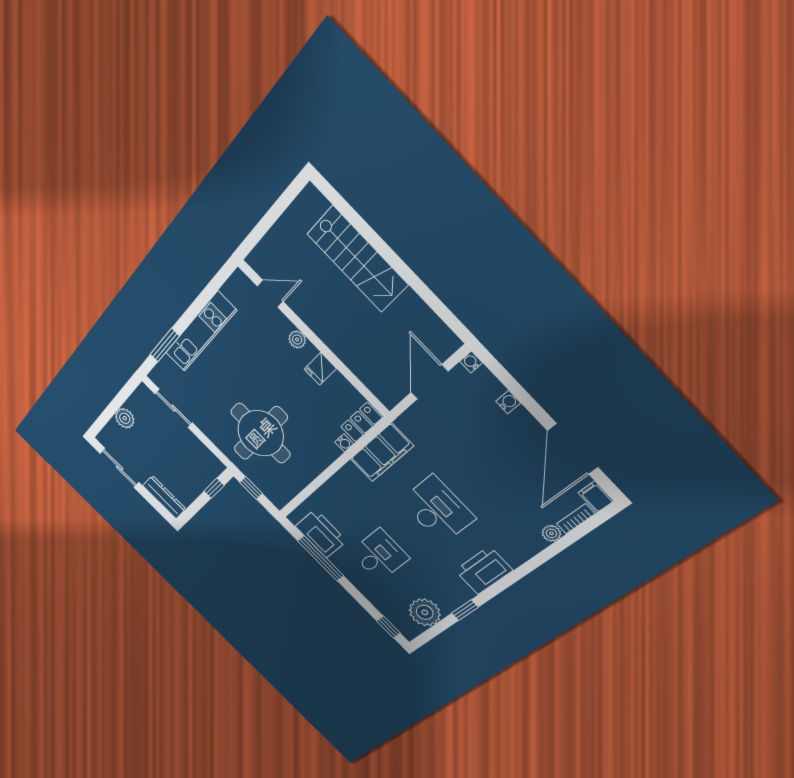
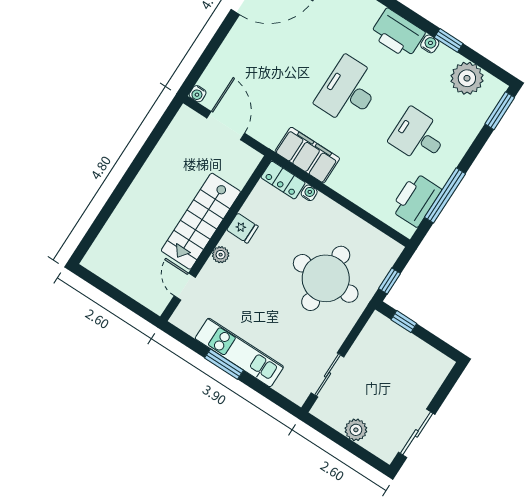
stairs: (358, 259) -> (201, 221), moved, turned 180
window: (165, 345) -> (224, 364), moved
door: (429, 382) -> (226, 126), swing flipped
water cooler: (508, 402) -> (430, 44), moved, turned 90
dresser: (164, 497) -> (434, 378), removed
window: (388, 627) -> (500, 111), width x1.50

